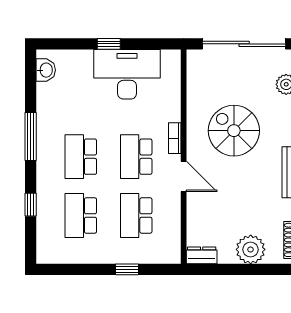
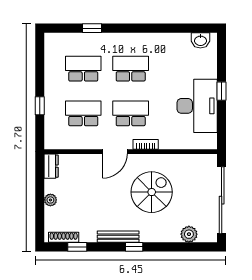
window: (31, 136) -> (147, 28), removed
plant: (251, 249) -> (50, 200), width x0.53, depth x0.53

